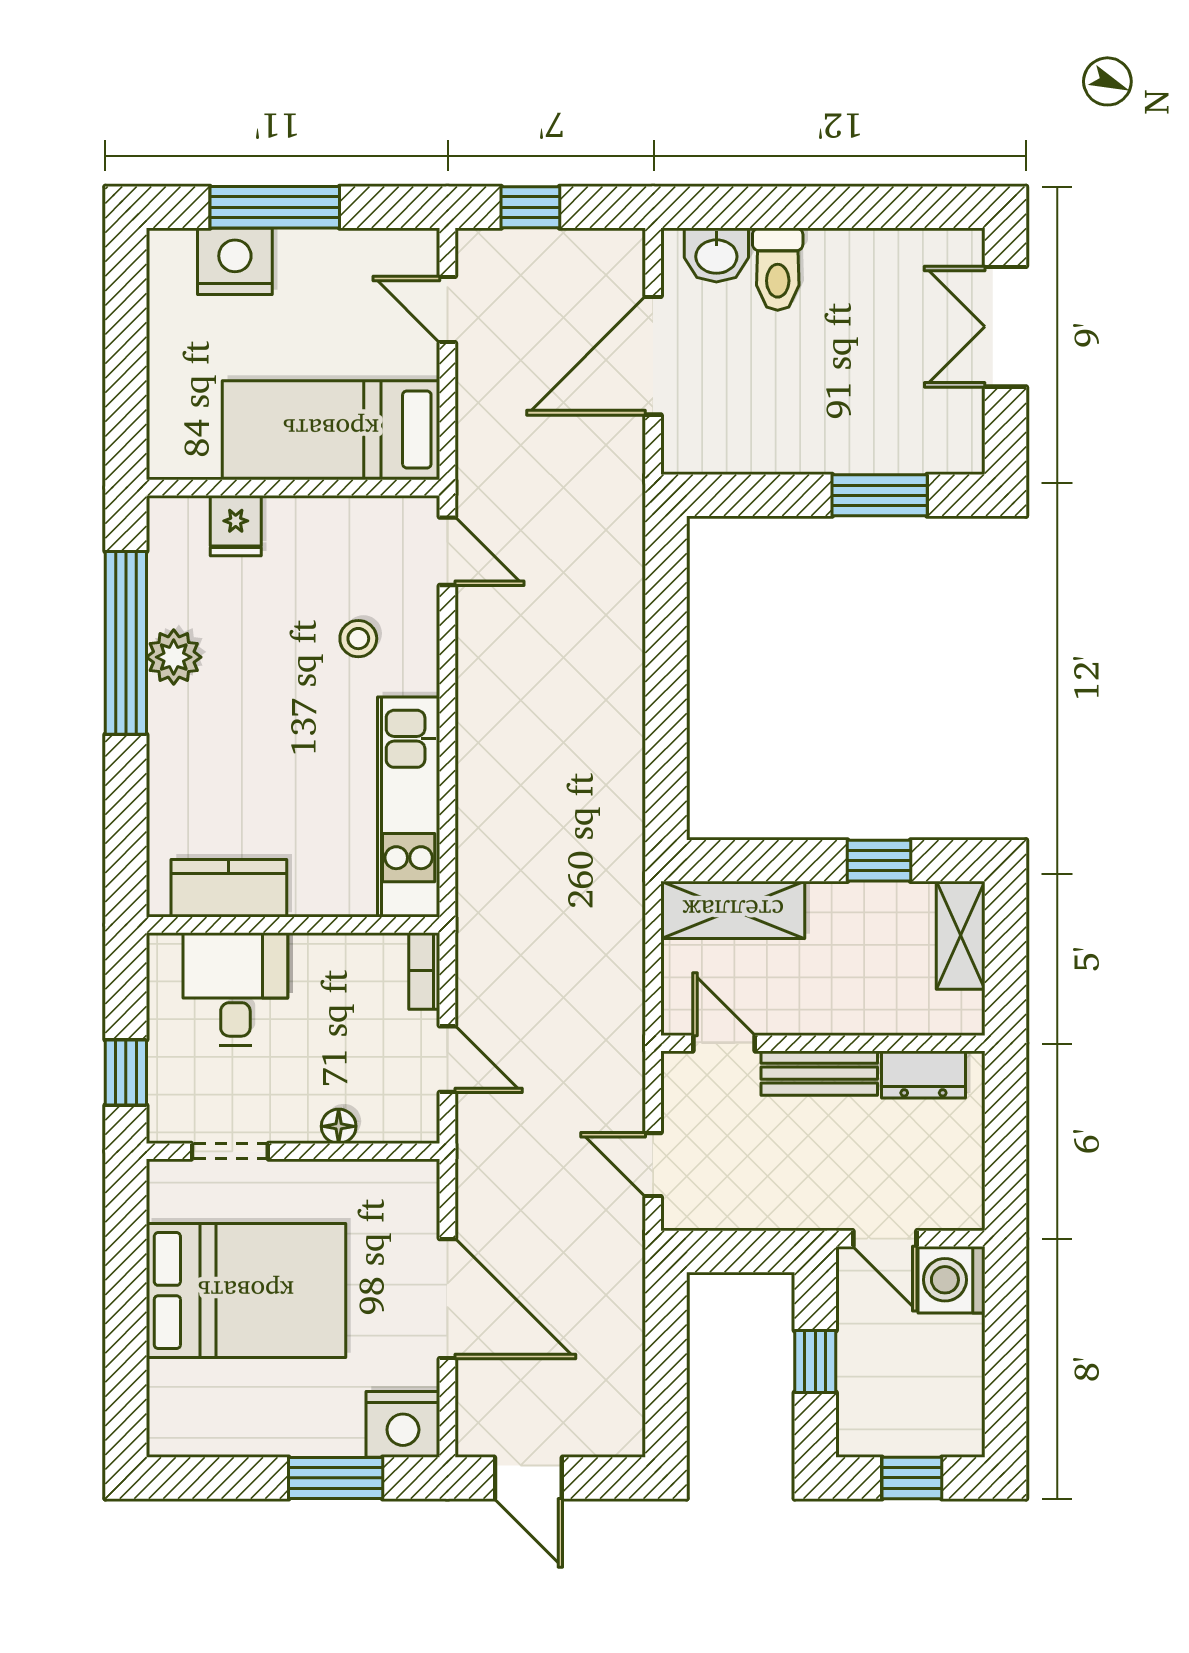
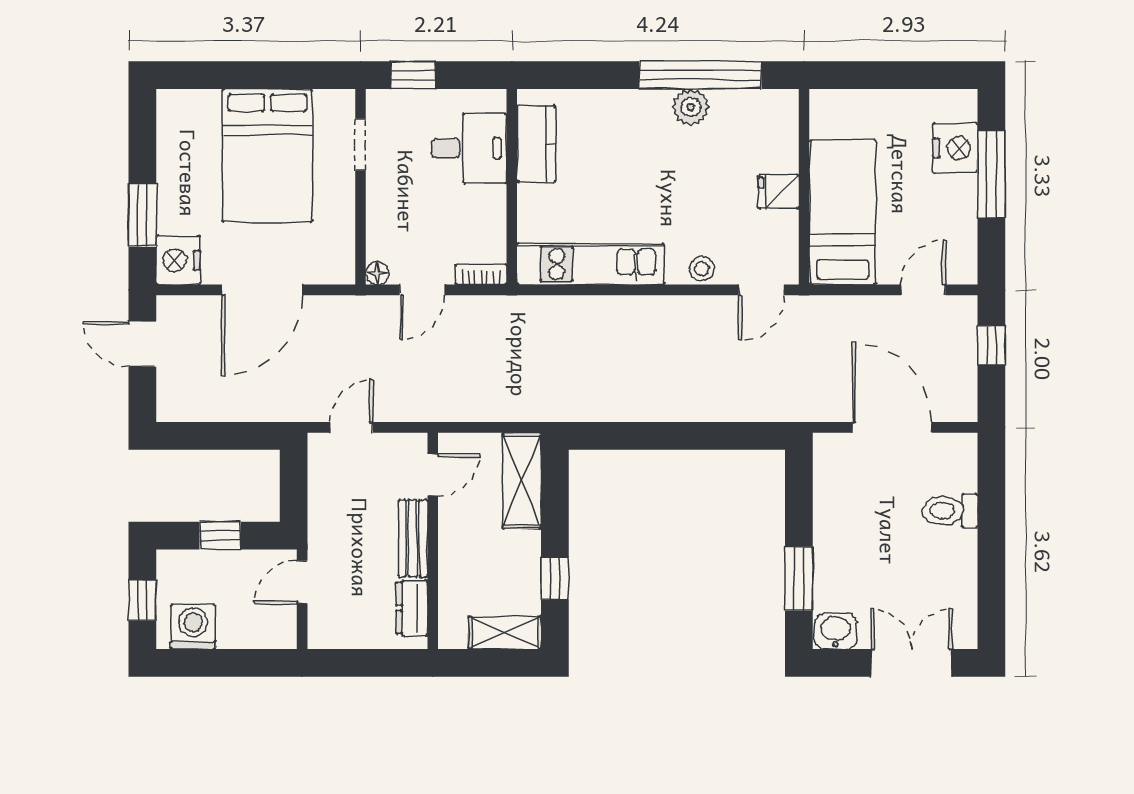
washbasin: (716, 255) -> (836, 631), moved, turned 90
fridge: (236, 526) -> (779, 192), moved
stool: (358, 639) -> (702, 269), moved
floor lamp: (339, 1126) -> (377, 273), moved
washing machine: (952, 1280) -> (193, 627), moved
door: (528, 1478) -> (142, 344), hinge flipped

